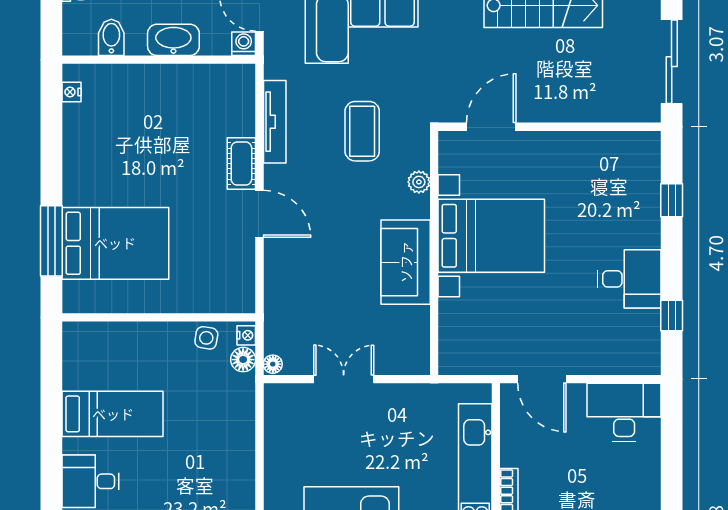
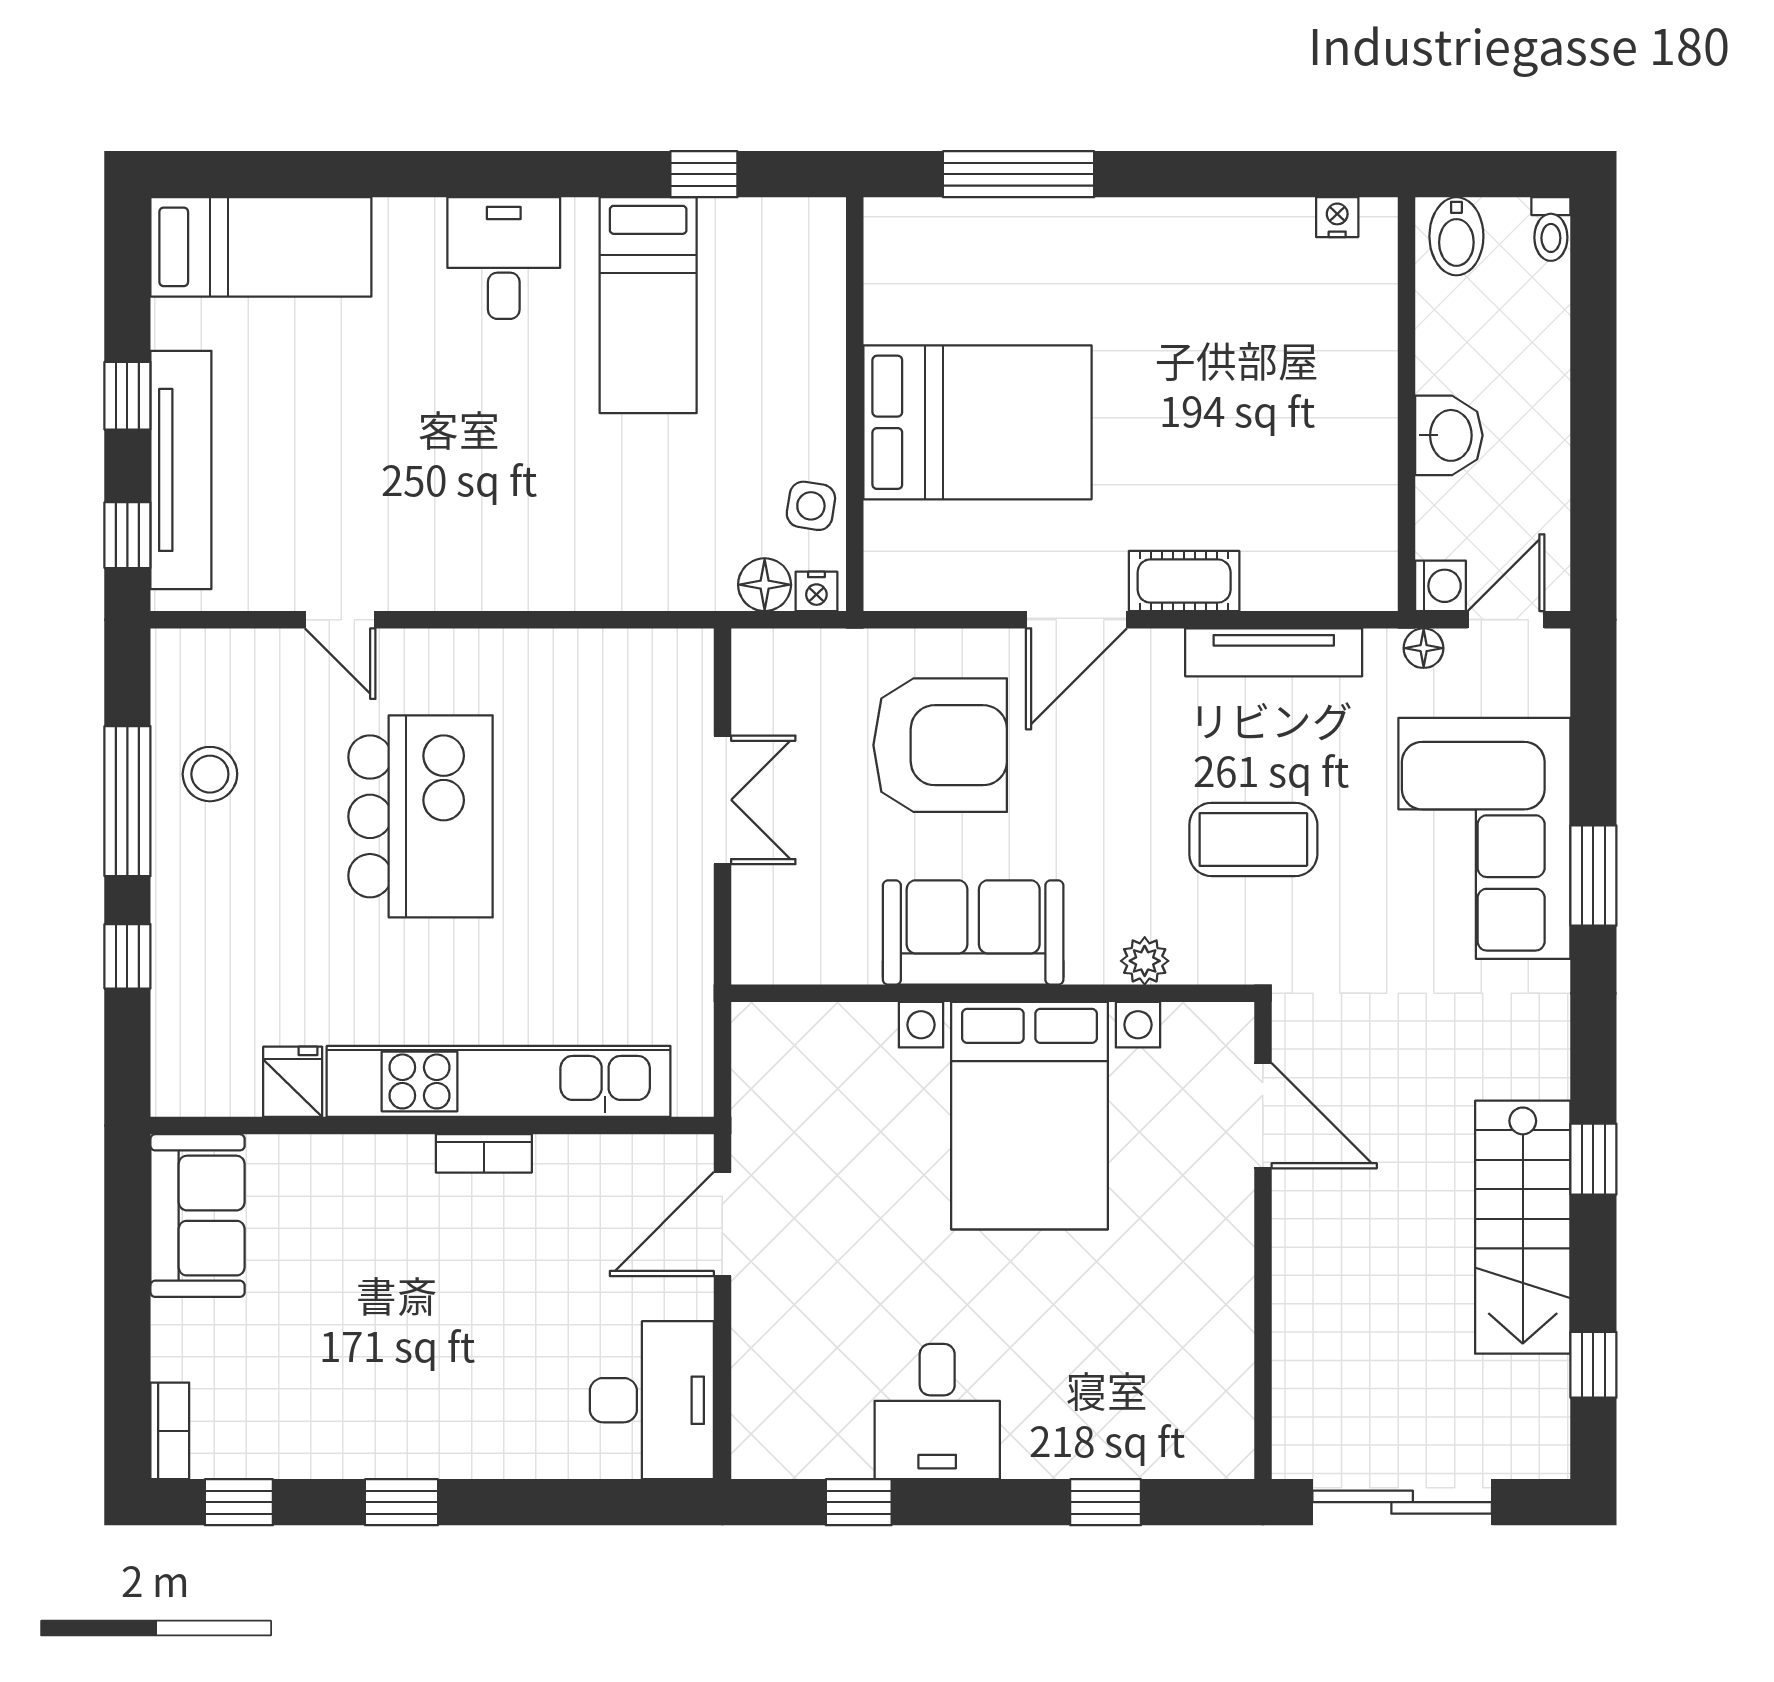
bidet: (111, 37) -> (1456, 236), moved, turned 90
washbasin: (173, 40) -> (1449, 435), width x0.72
bed: (115, 243) -> (977, 422), moved, turned -90
armchair: (318, 278) -> (940, 745), added
floor lamp: (273, 364) -> (1424, 648), moved
window: (51, 388) -> (704, 174), added

